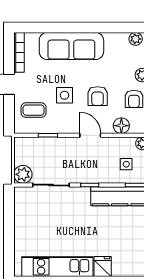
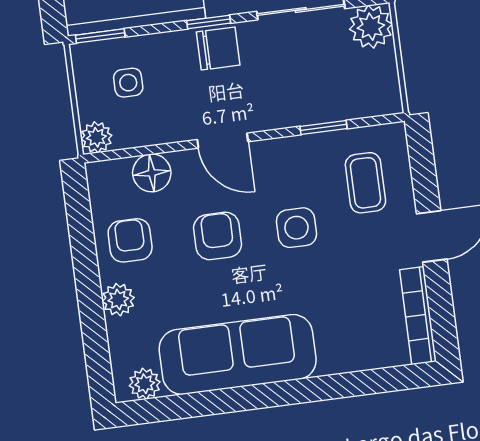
sofa: (71, 46) -> (238, 354), moved
coffee table: (34, 110) -> (365, 183), turned 90
chair: (87, 174) -> (218, 49), added

